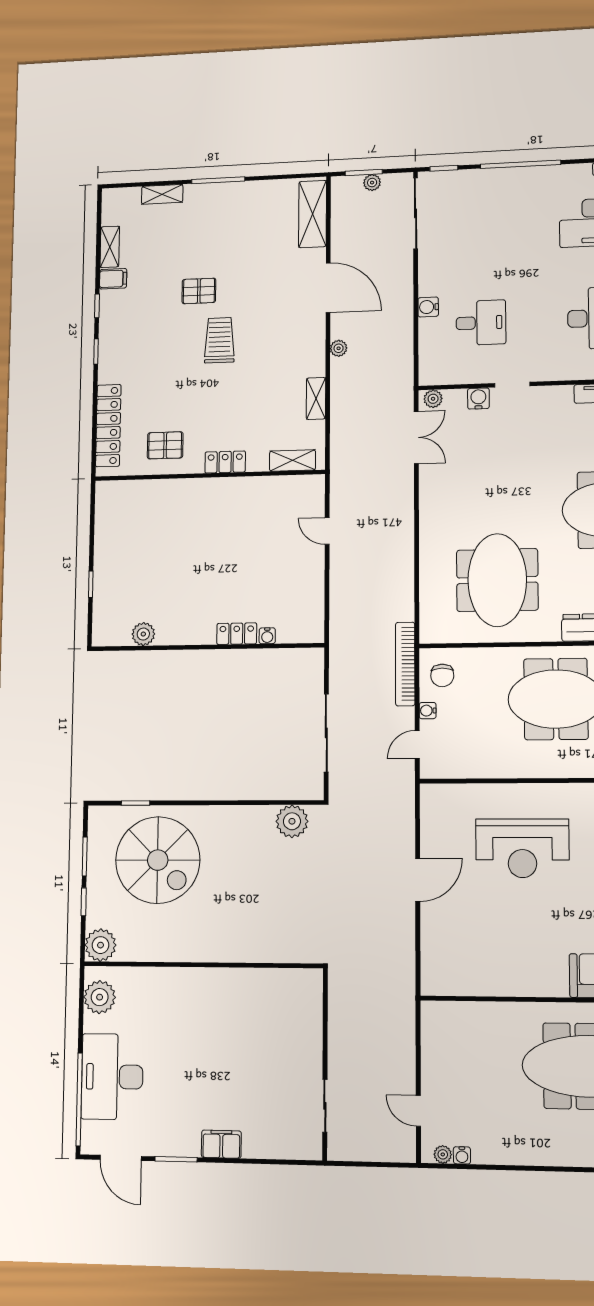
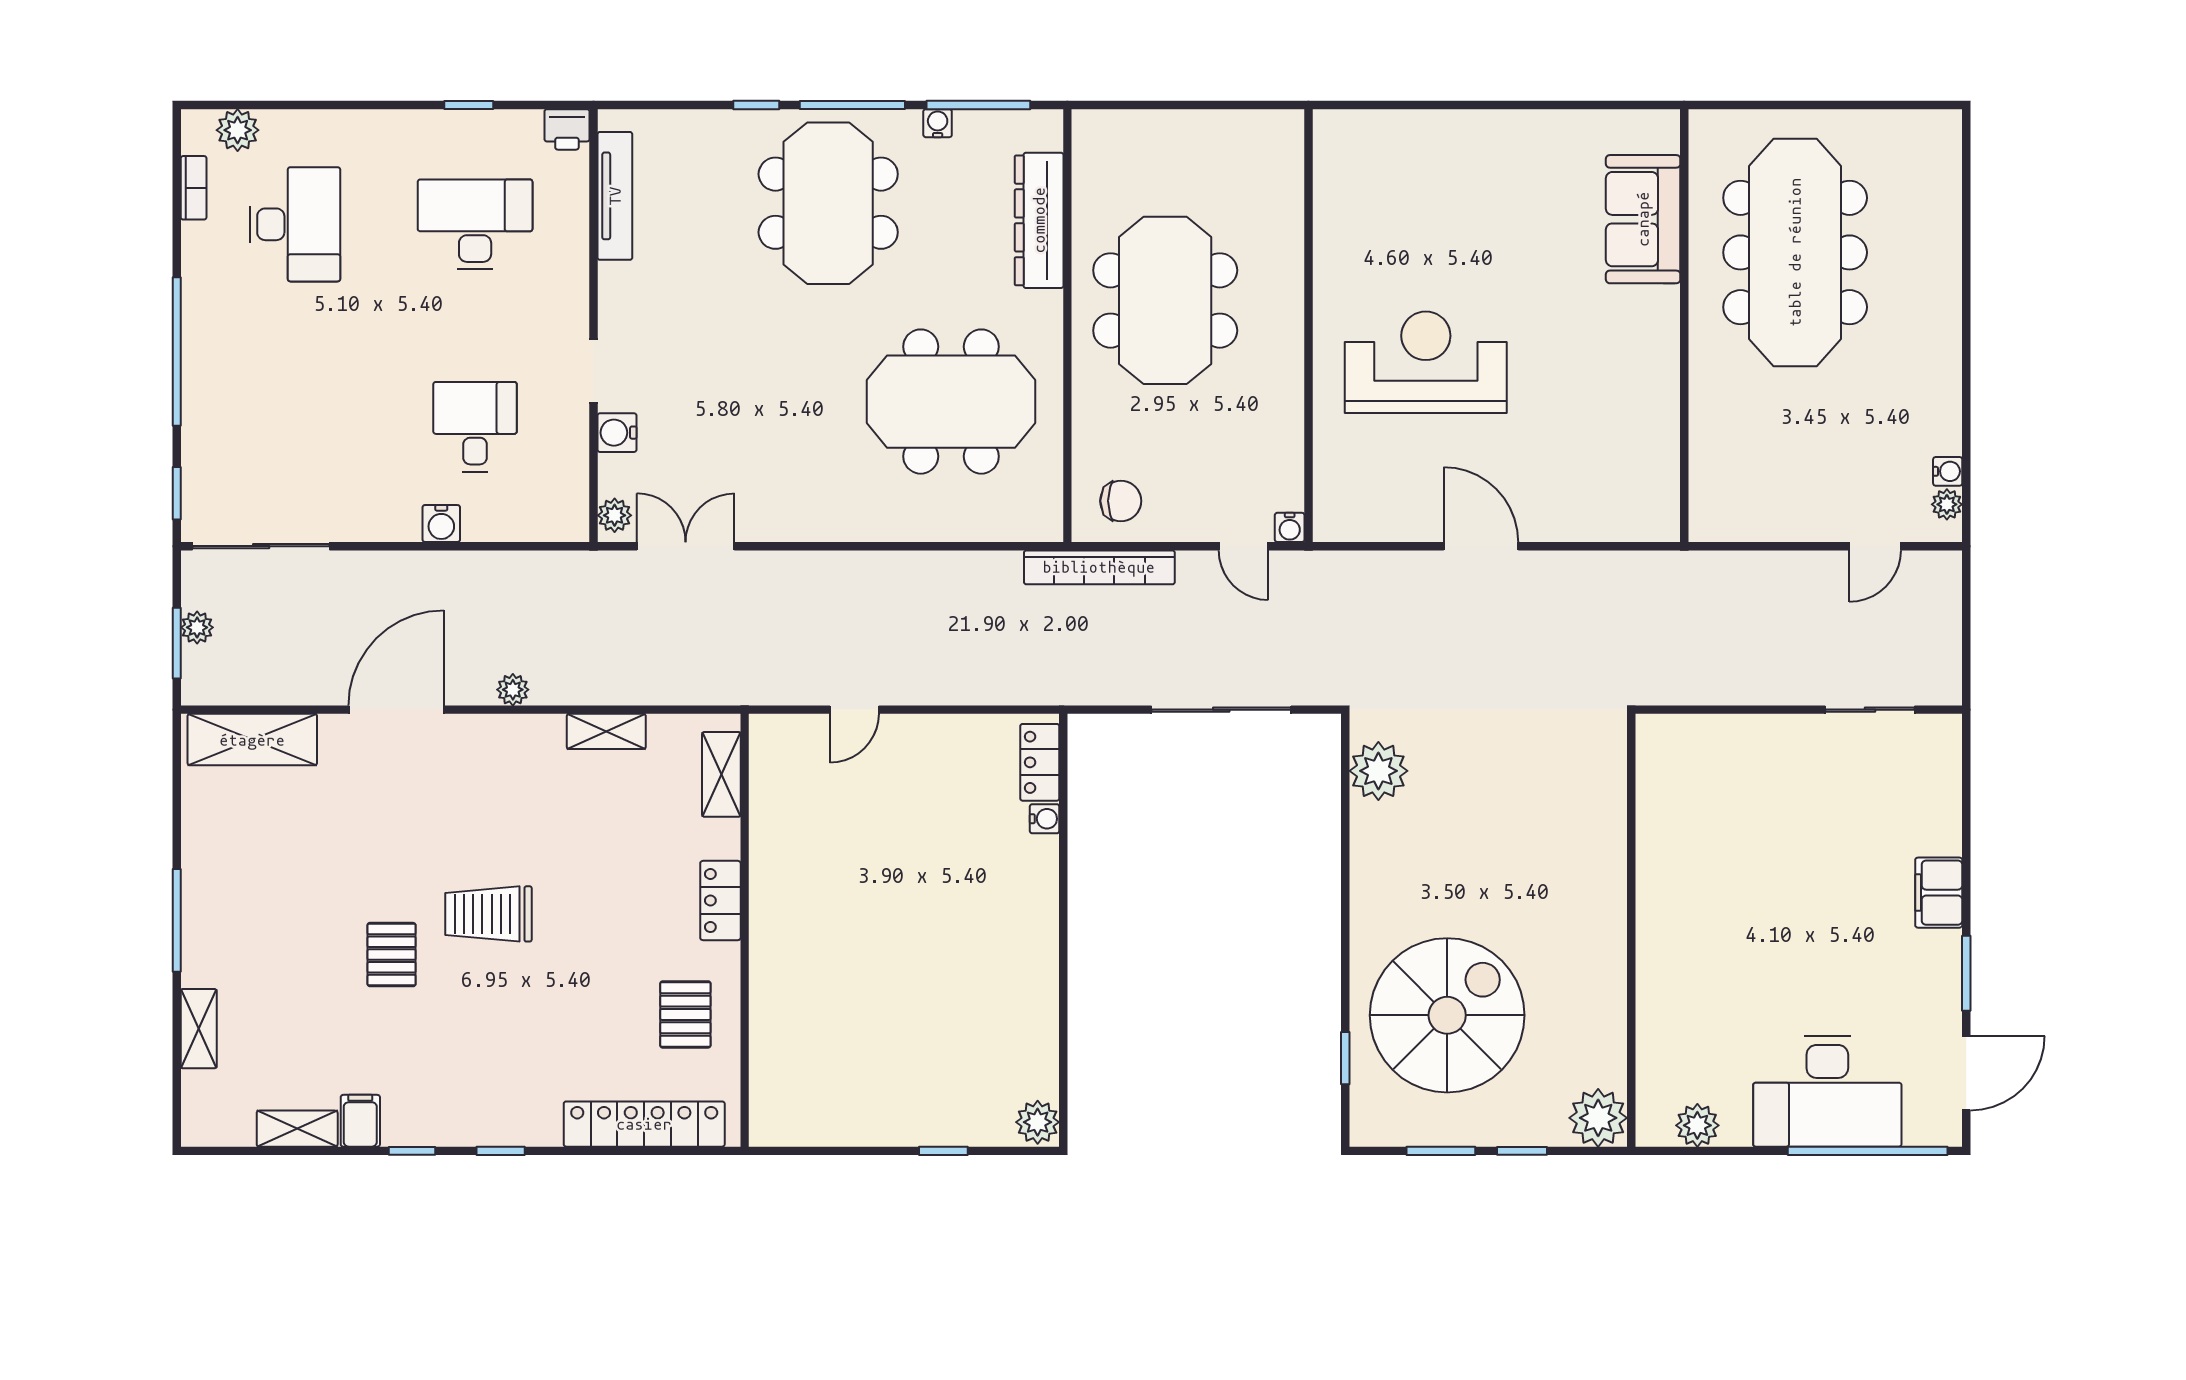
plant: (143, 634) -> (1038, 1122), moved
locker: (237, 634) -> (1040, 762), moved
water cooler: (428, 711) -> (1290, 527), moved
reception desk: (522, 848) -> (1426, 362), turned -90
plant: (100, 997) -> (1697, 1125), width x0.73, depth x0.73

